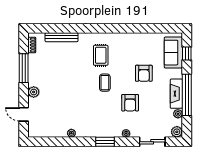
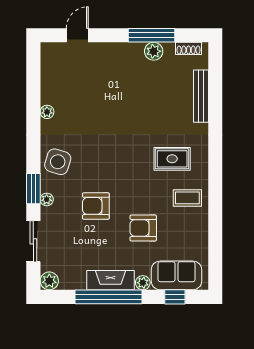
coffee table: (105, 83) -> (187, 198), moved
plant: (34, 92) -> (154, 51), moved
plant: (178, 114) -> (143, 283), moved
side table: (103, 127) -> (58, 162), added
window: (105, 142) -> (33, 189), moved

